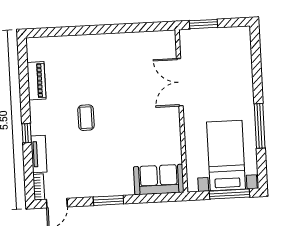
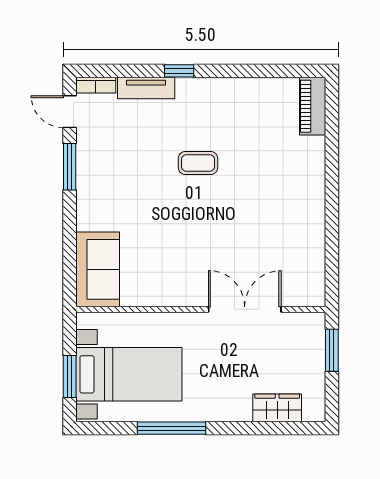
wardrobe: (243, 58) -> (277, 408), added
piano: (36, 81) -> (313, 106), moved, turned 90
window: (229, 194) -> (70, 376), width x0.69
window: (108, 200) -> (70, 167), moved

